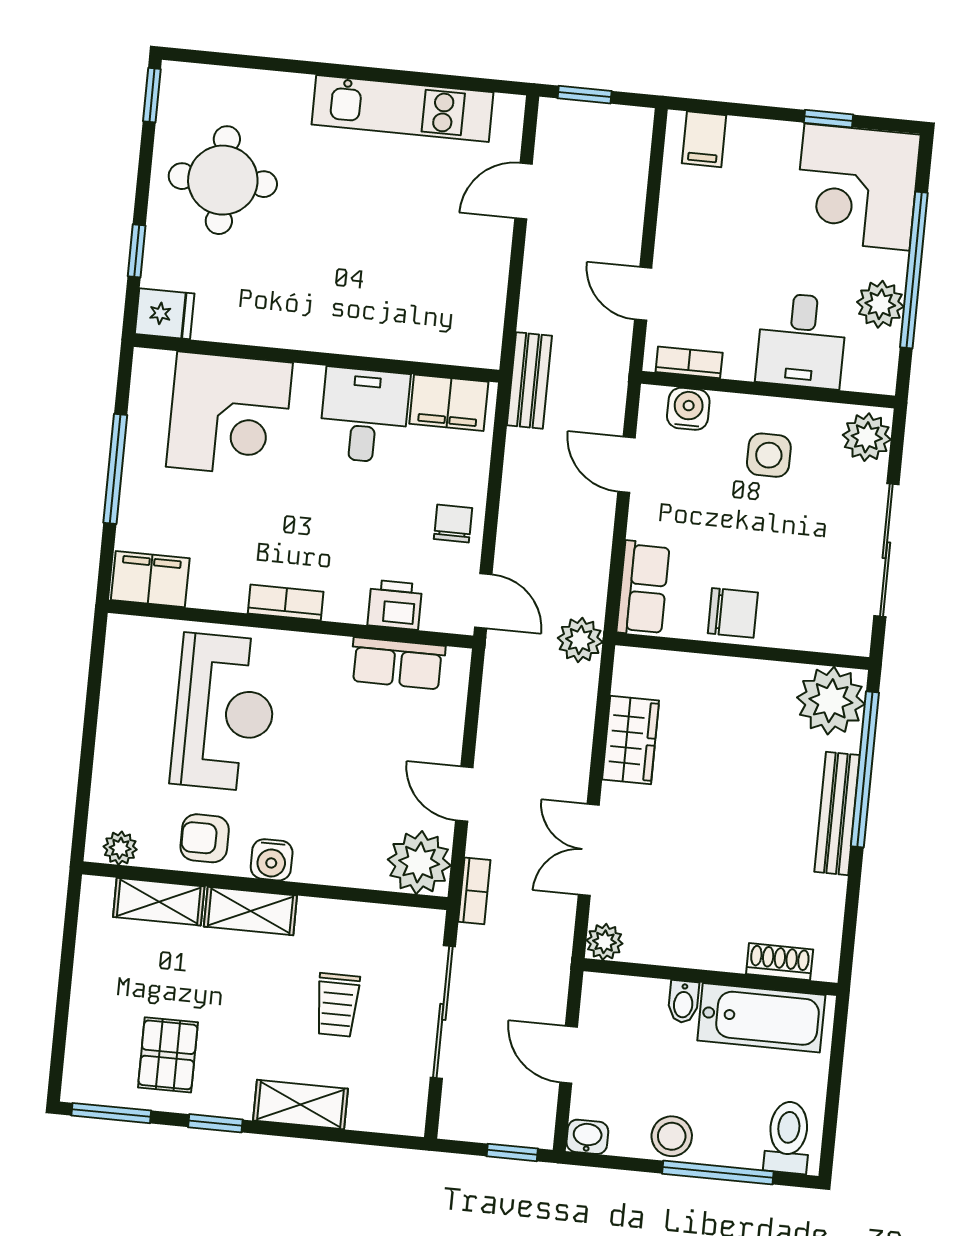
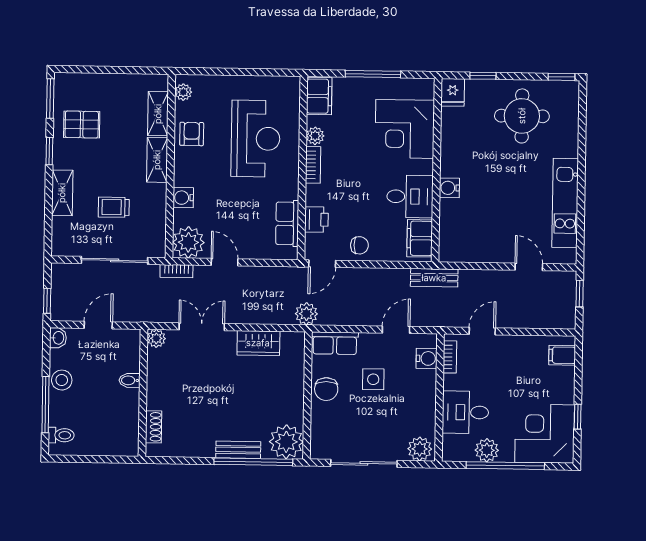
water cooler: (354, 336) -> (449, 188), added
side table: (769, 455) -> (373, 379), moved
plant: (228, 594) -> (315, 136), added
reception desk: (224, 712) -> (256, 139), turned -90
door: (464, 794) -> (225, 262), hinge flipped
bench: (837, 813) -> (238, 450), width x0.73
water cooler: (272, 860) -> (183, 198), moved
bathtub: (761, 1018) -> (125, 420), removed
toilet: (788, 1137) -> (61, 435), width x0.73, depth x0.72

